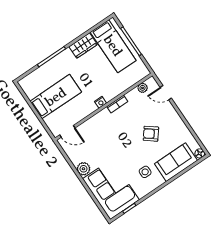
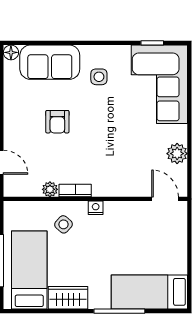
side table: (111, 82) -> (63, 224), added
plant: (143, 88) -> (50, 189), moved
bed: (56, 97) -> (149, 292), moved
armchair: (151, 134) -> (57, 122), turned 52
plant: (83, 169) -> (177, 154), moved

